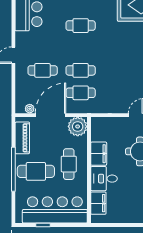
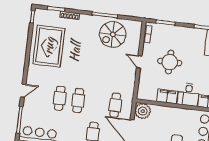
cafe table: (81, 70) -> (78, 101), moved
cafe table: (69, 164) -> (173, 122), removed

